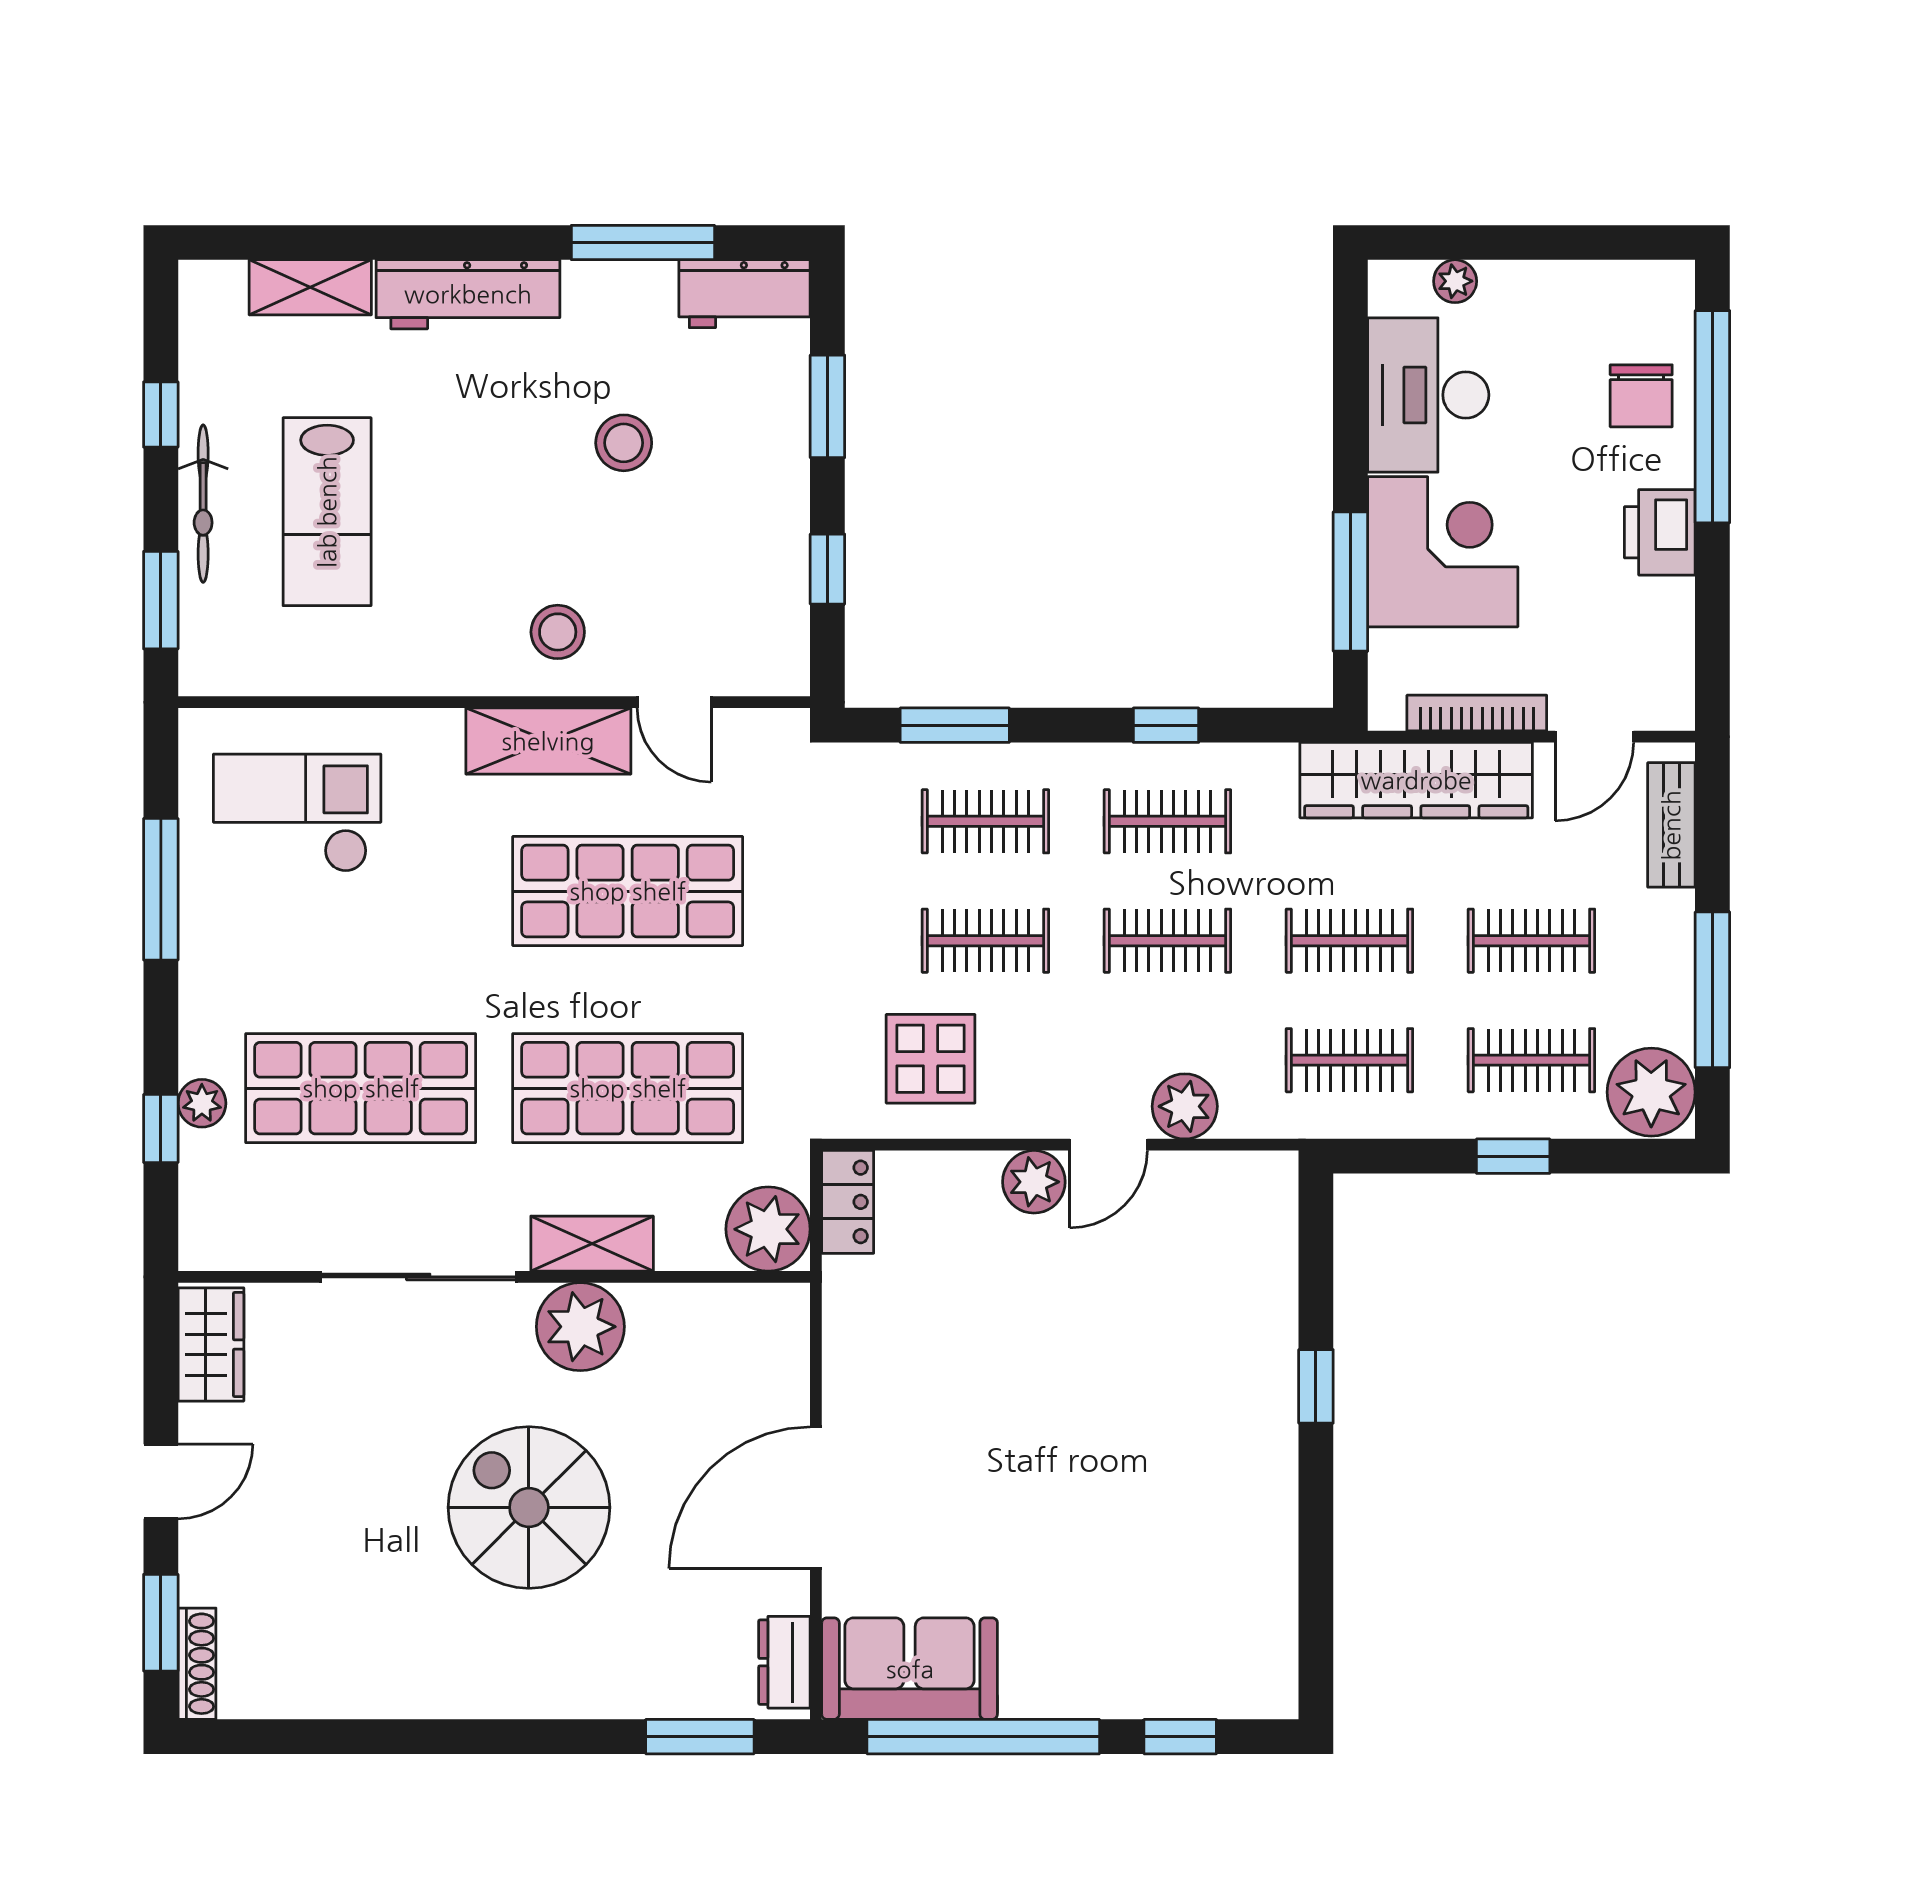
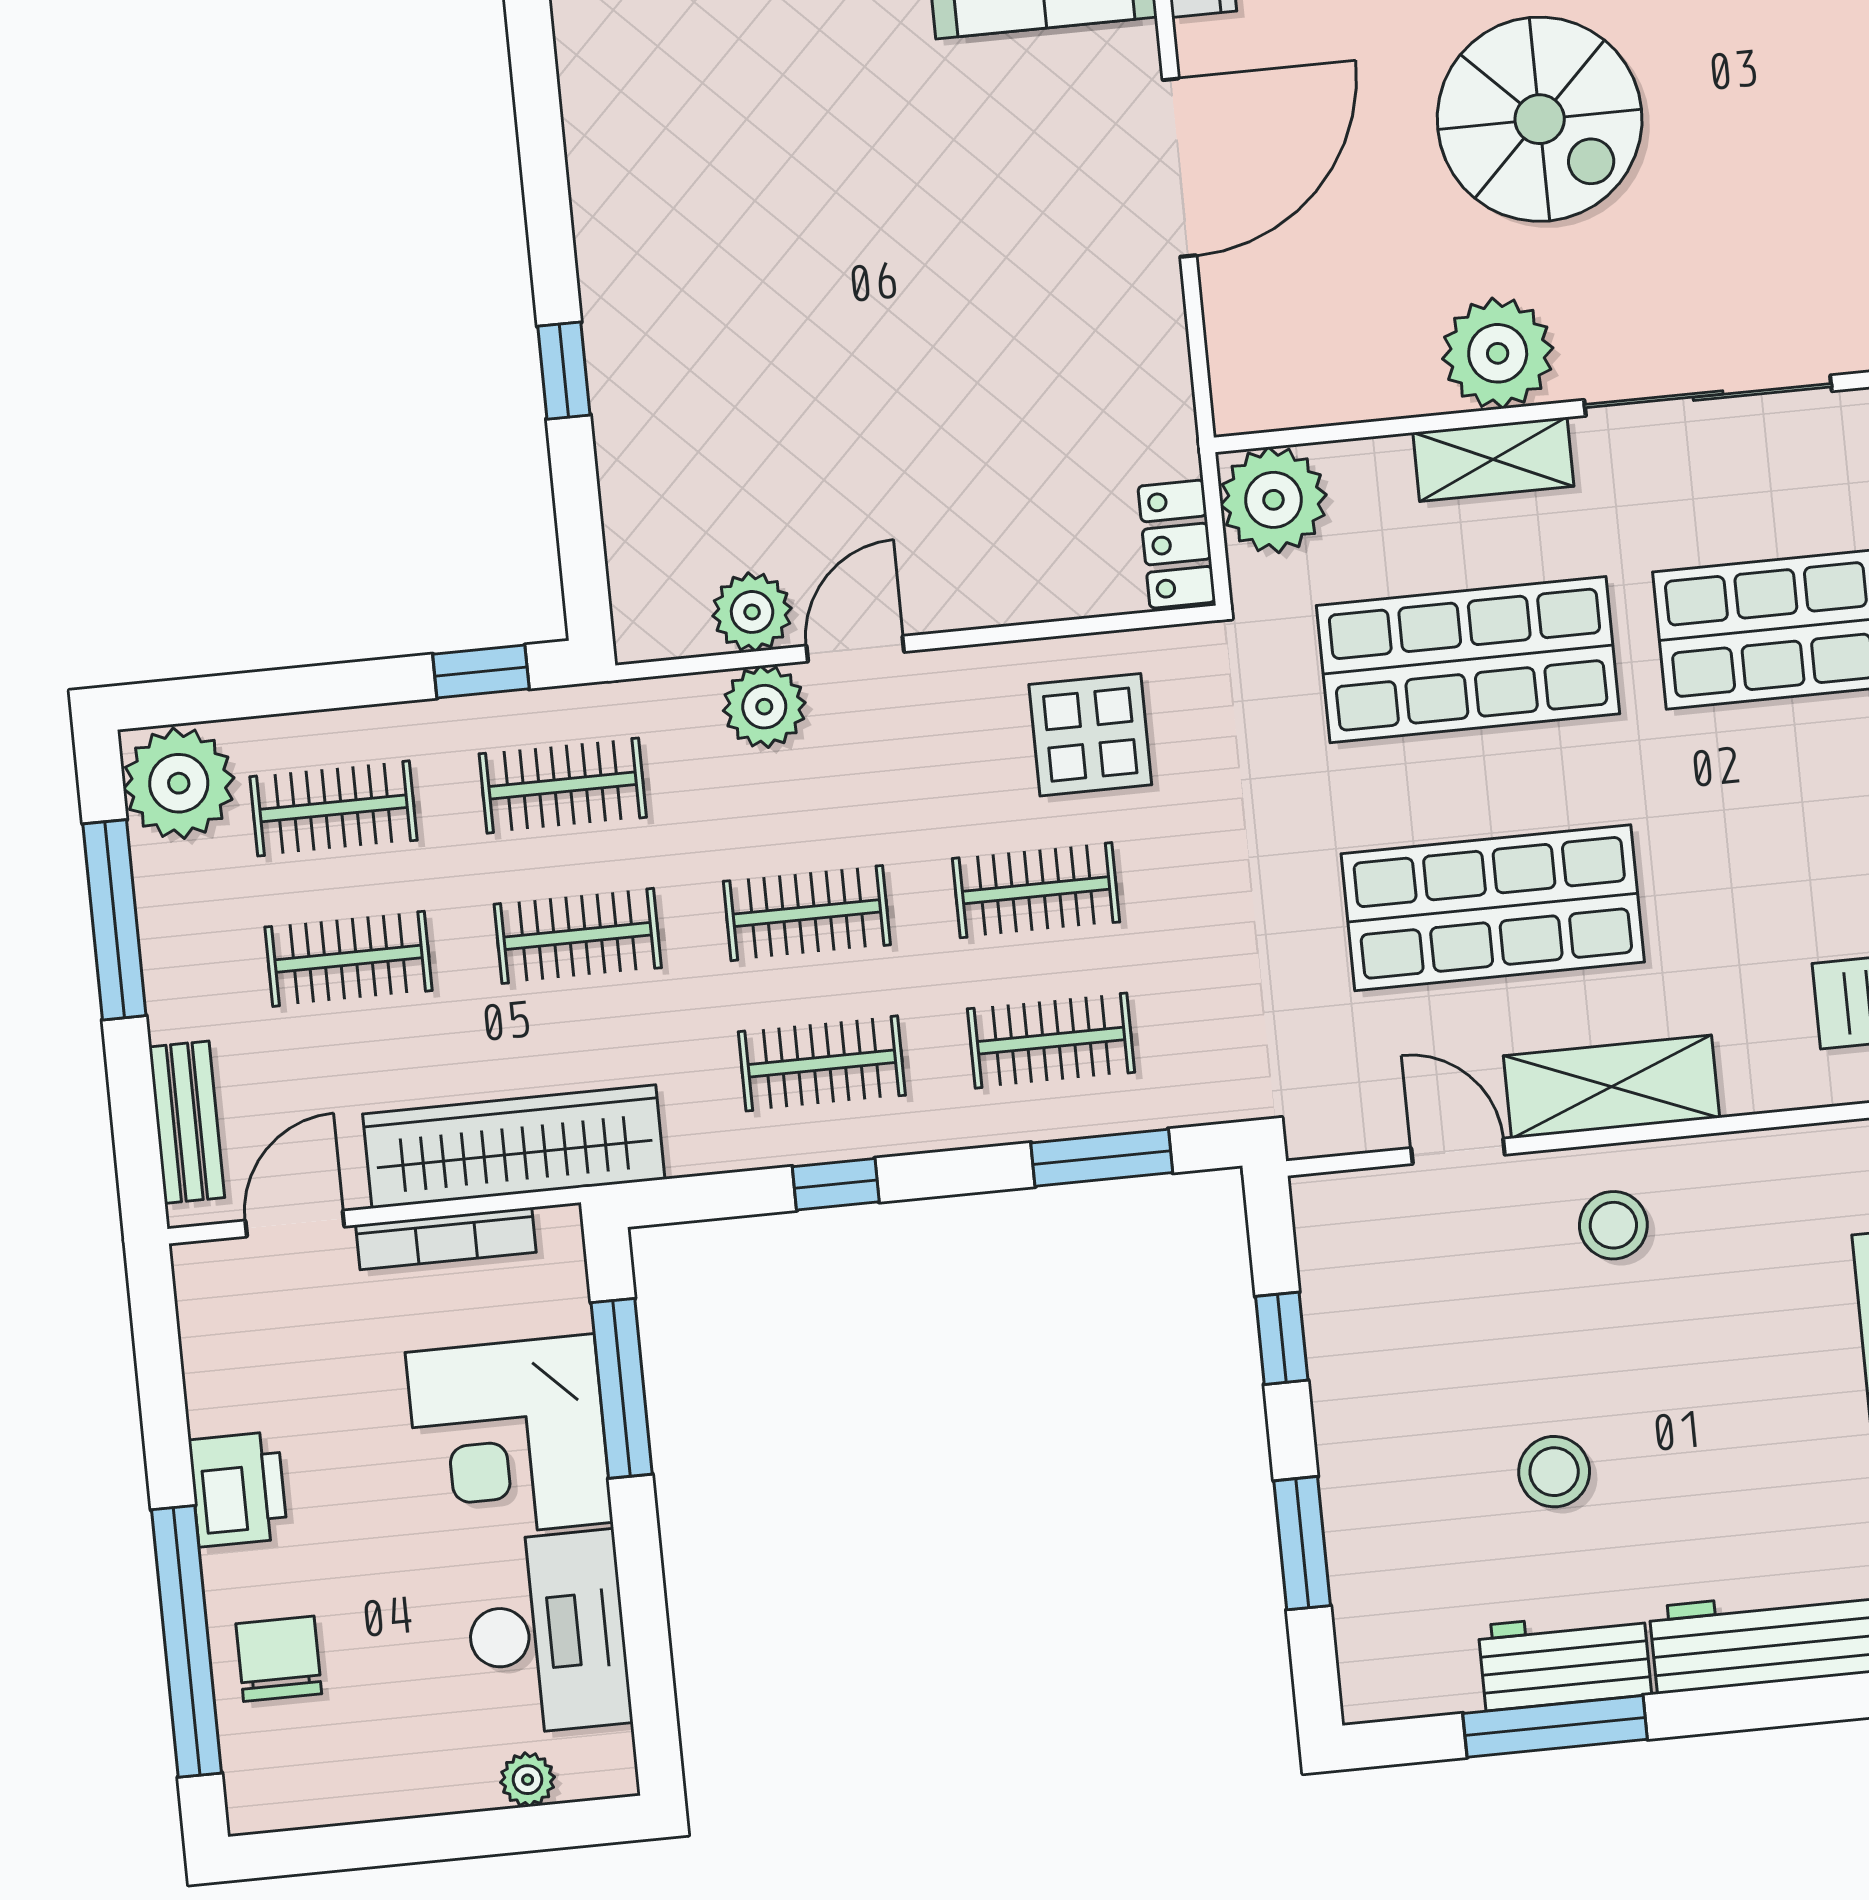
workbench: (744, 294) -> (1565, 1660), moved
window: (1513, 1156) -> (481, 672), moved
plant: (1034, 1182) -> (752, 612), moved

